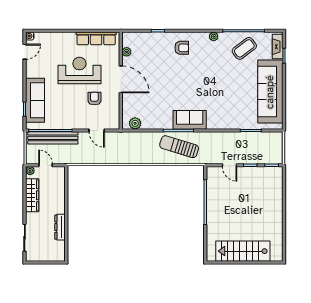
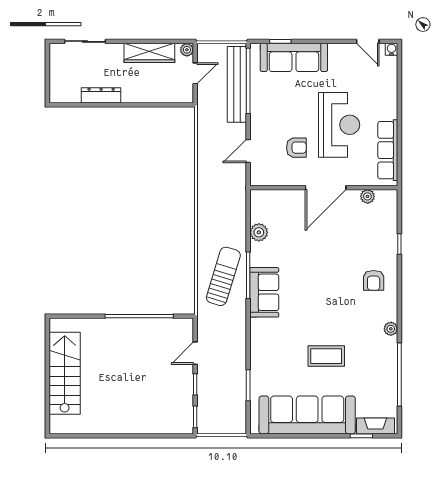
coffee table: (244, 48) -> (326, 356), moved, turned -53
plant: (135, 123) -> (259, 232), moved

